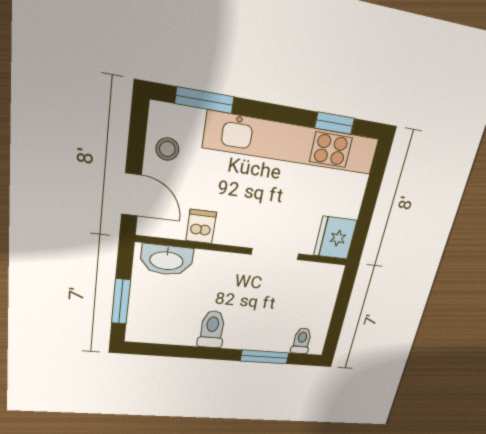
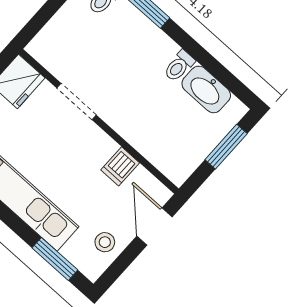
washbasin: (167, 260) -> (206, 89), moved, turned 180
toilet: (212, 329) -> (179, 66), width x0.73, depth x0.72

